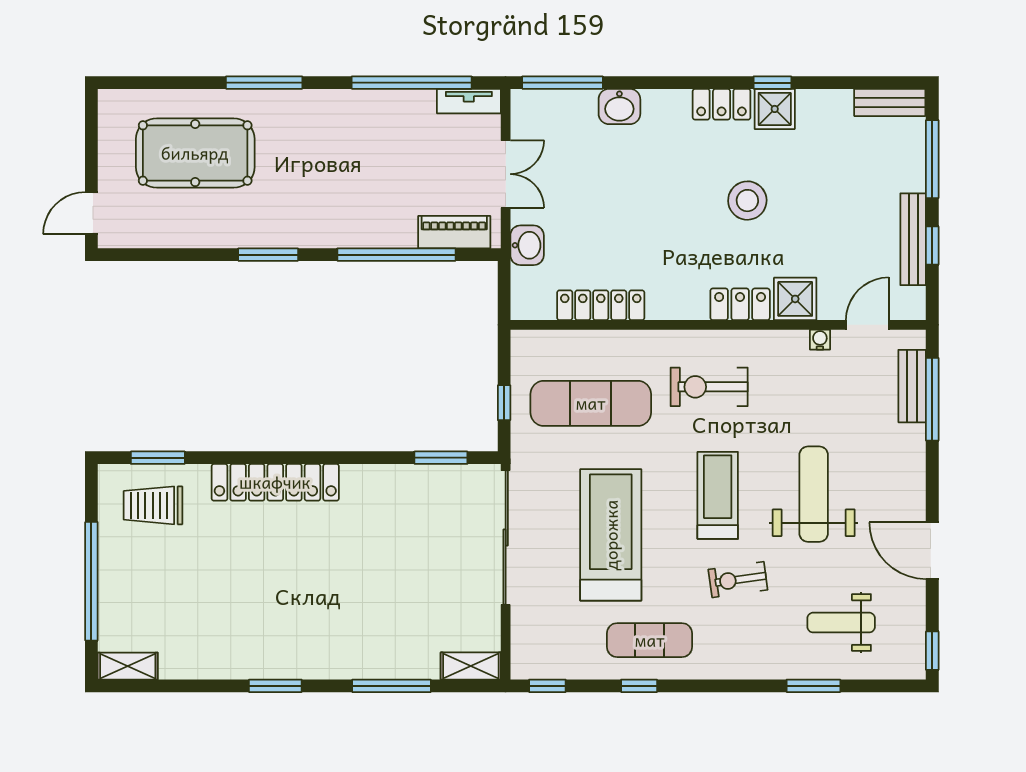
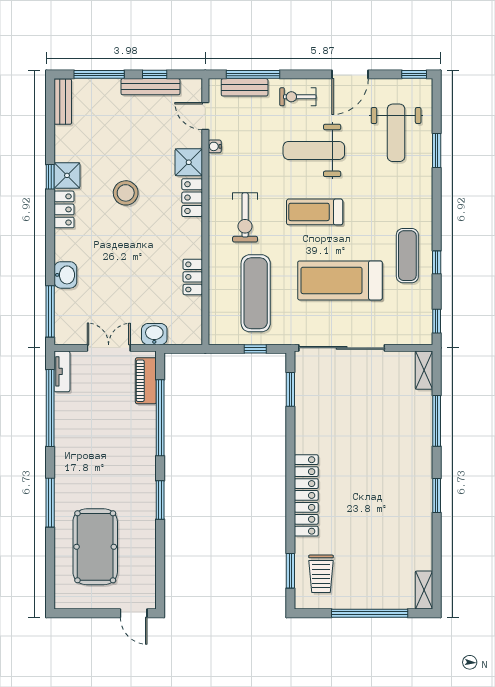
locker: (601, 305) -> (193, 277), width x0.66
exercise bike: (738, 580) -> (298, 97), moved, turned 98
weight bench: (841, 623) -> (396, 133), width x1.36, depth x1.33

